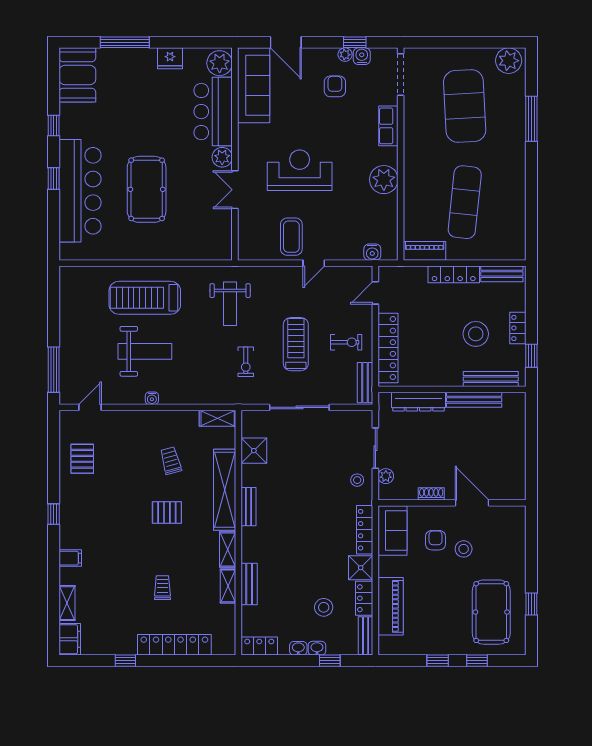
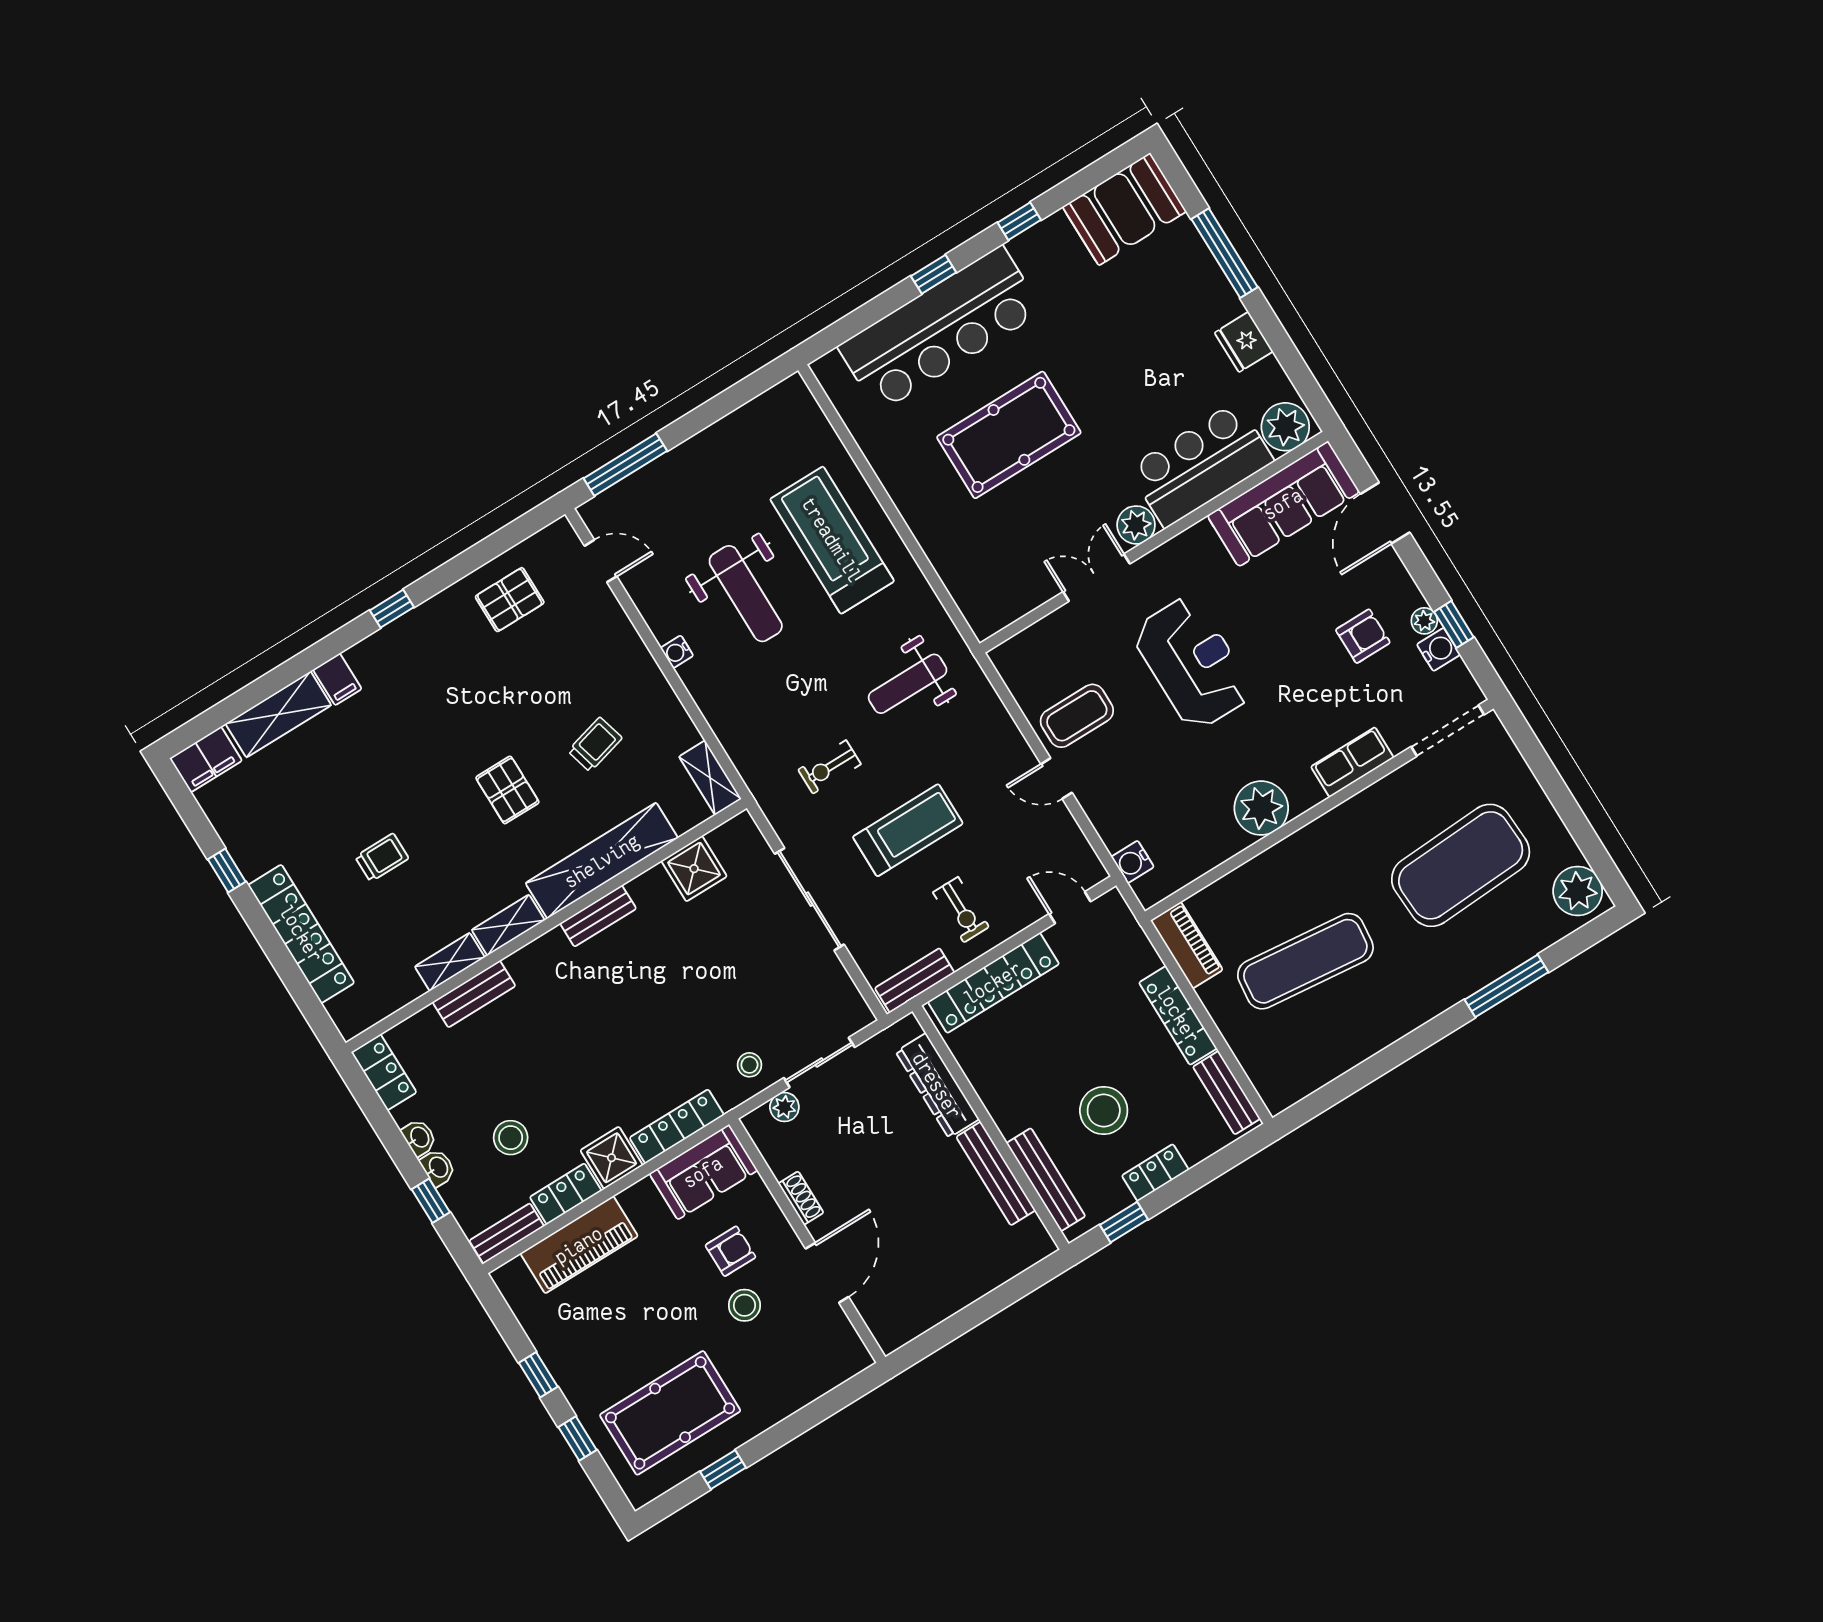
shelving: (67, 603) -> (278, 714), width x1.50, depth x1.33

